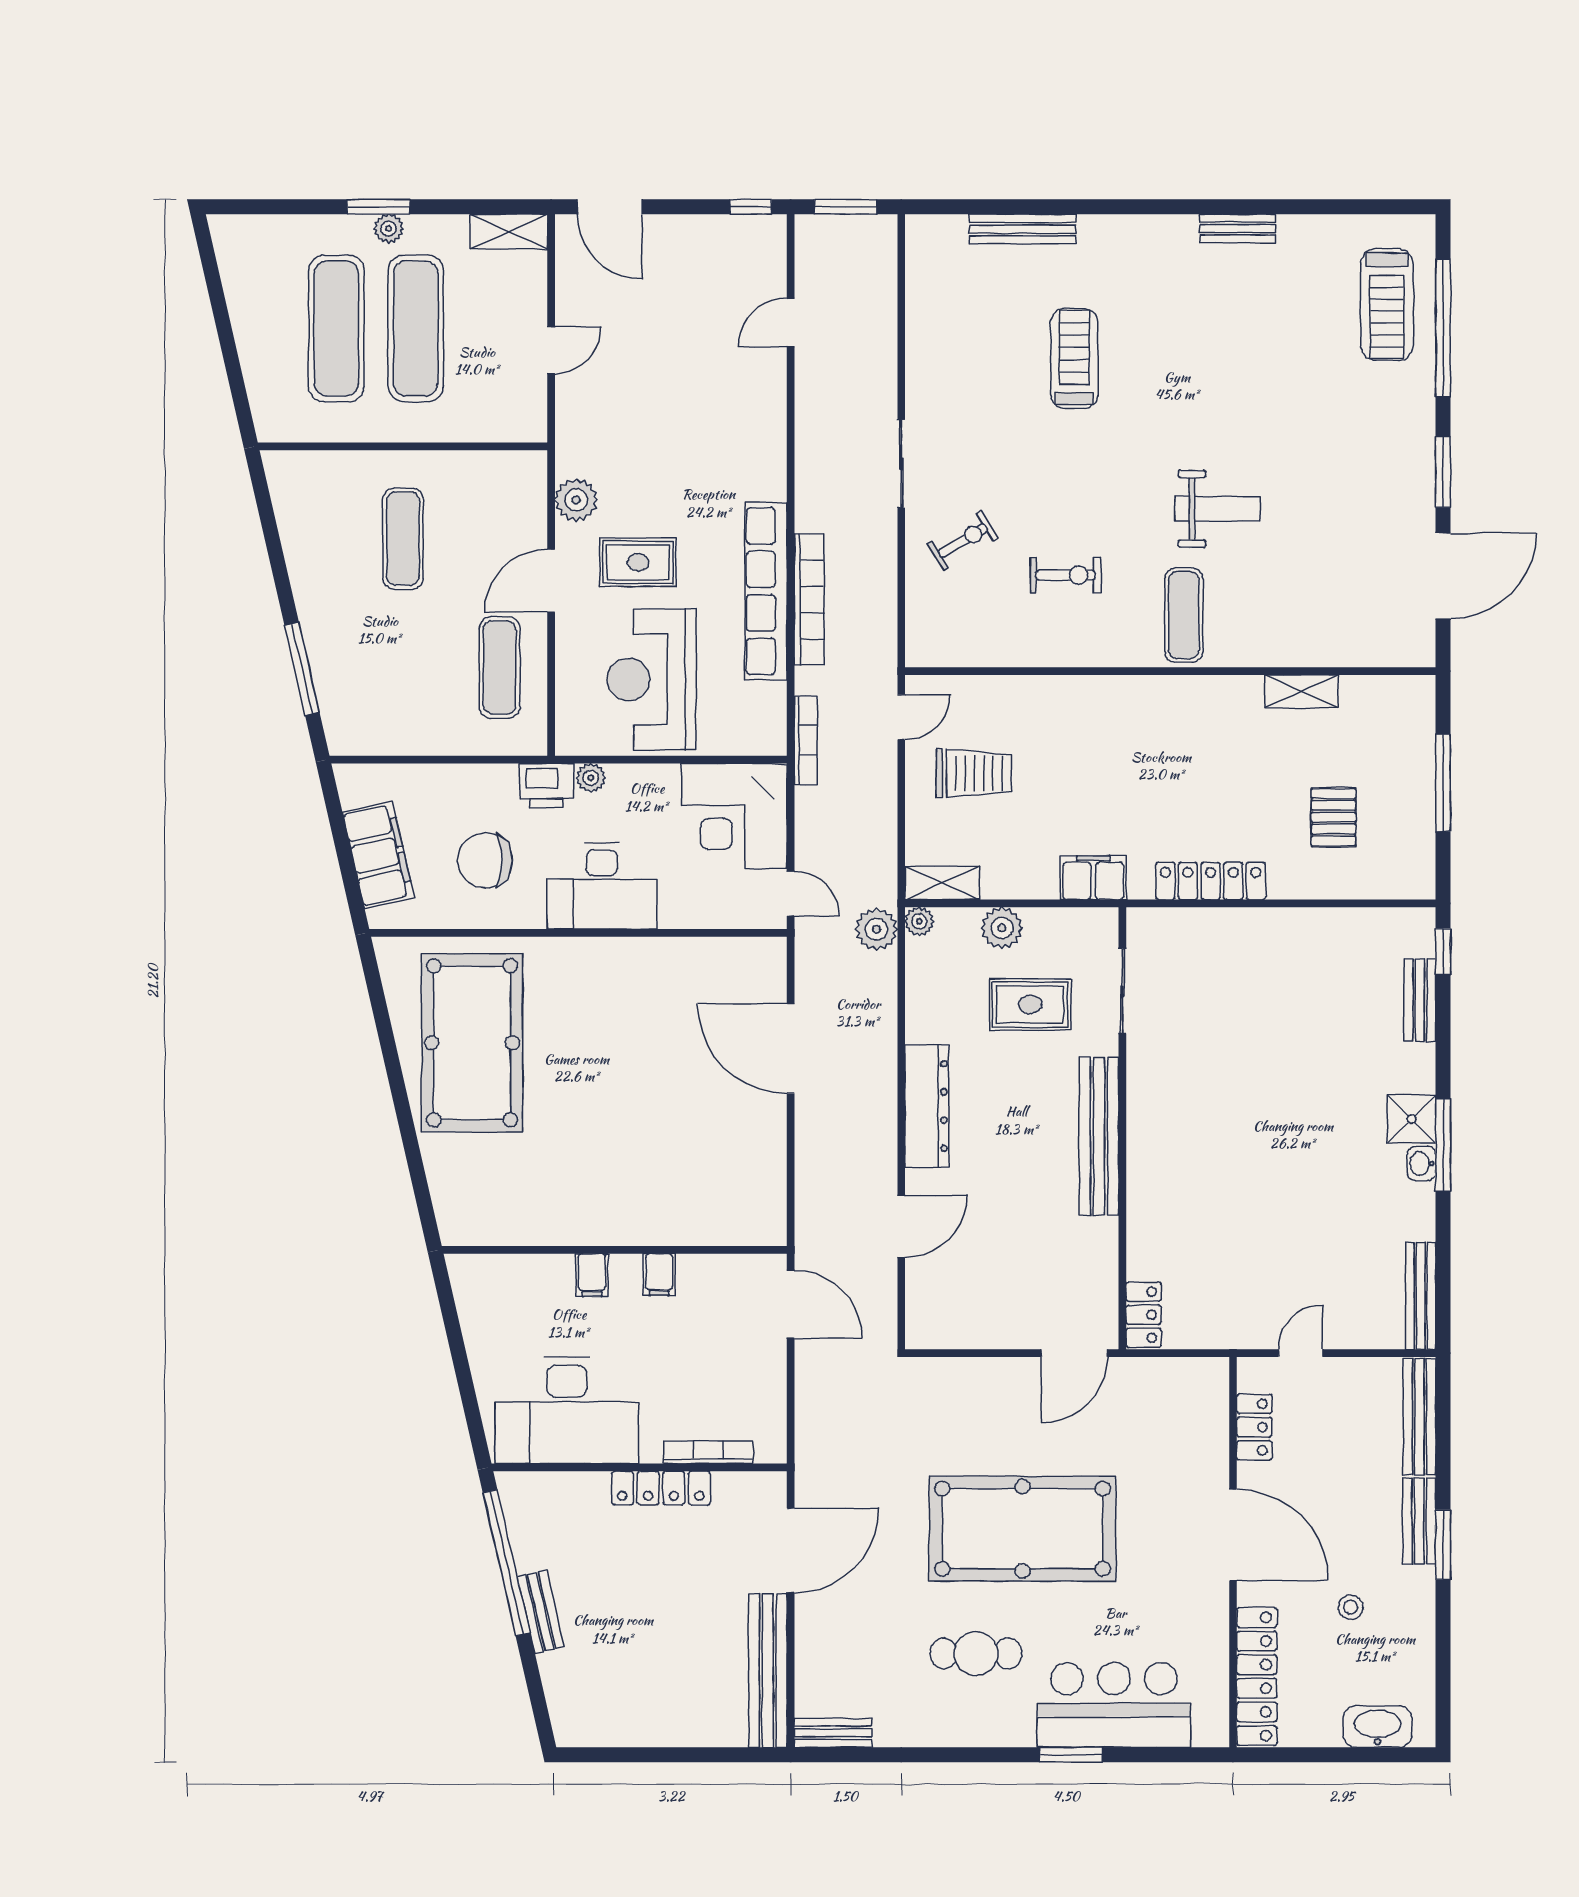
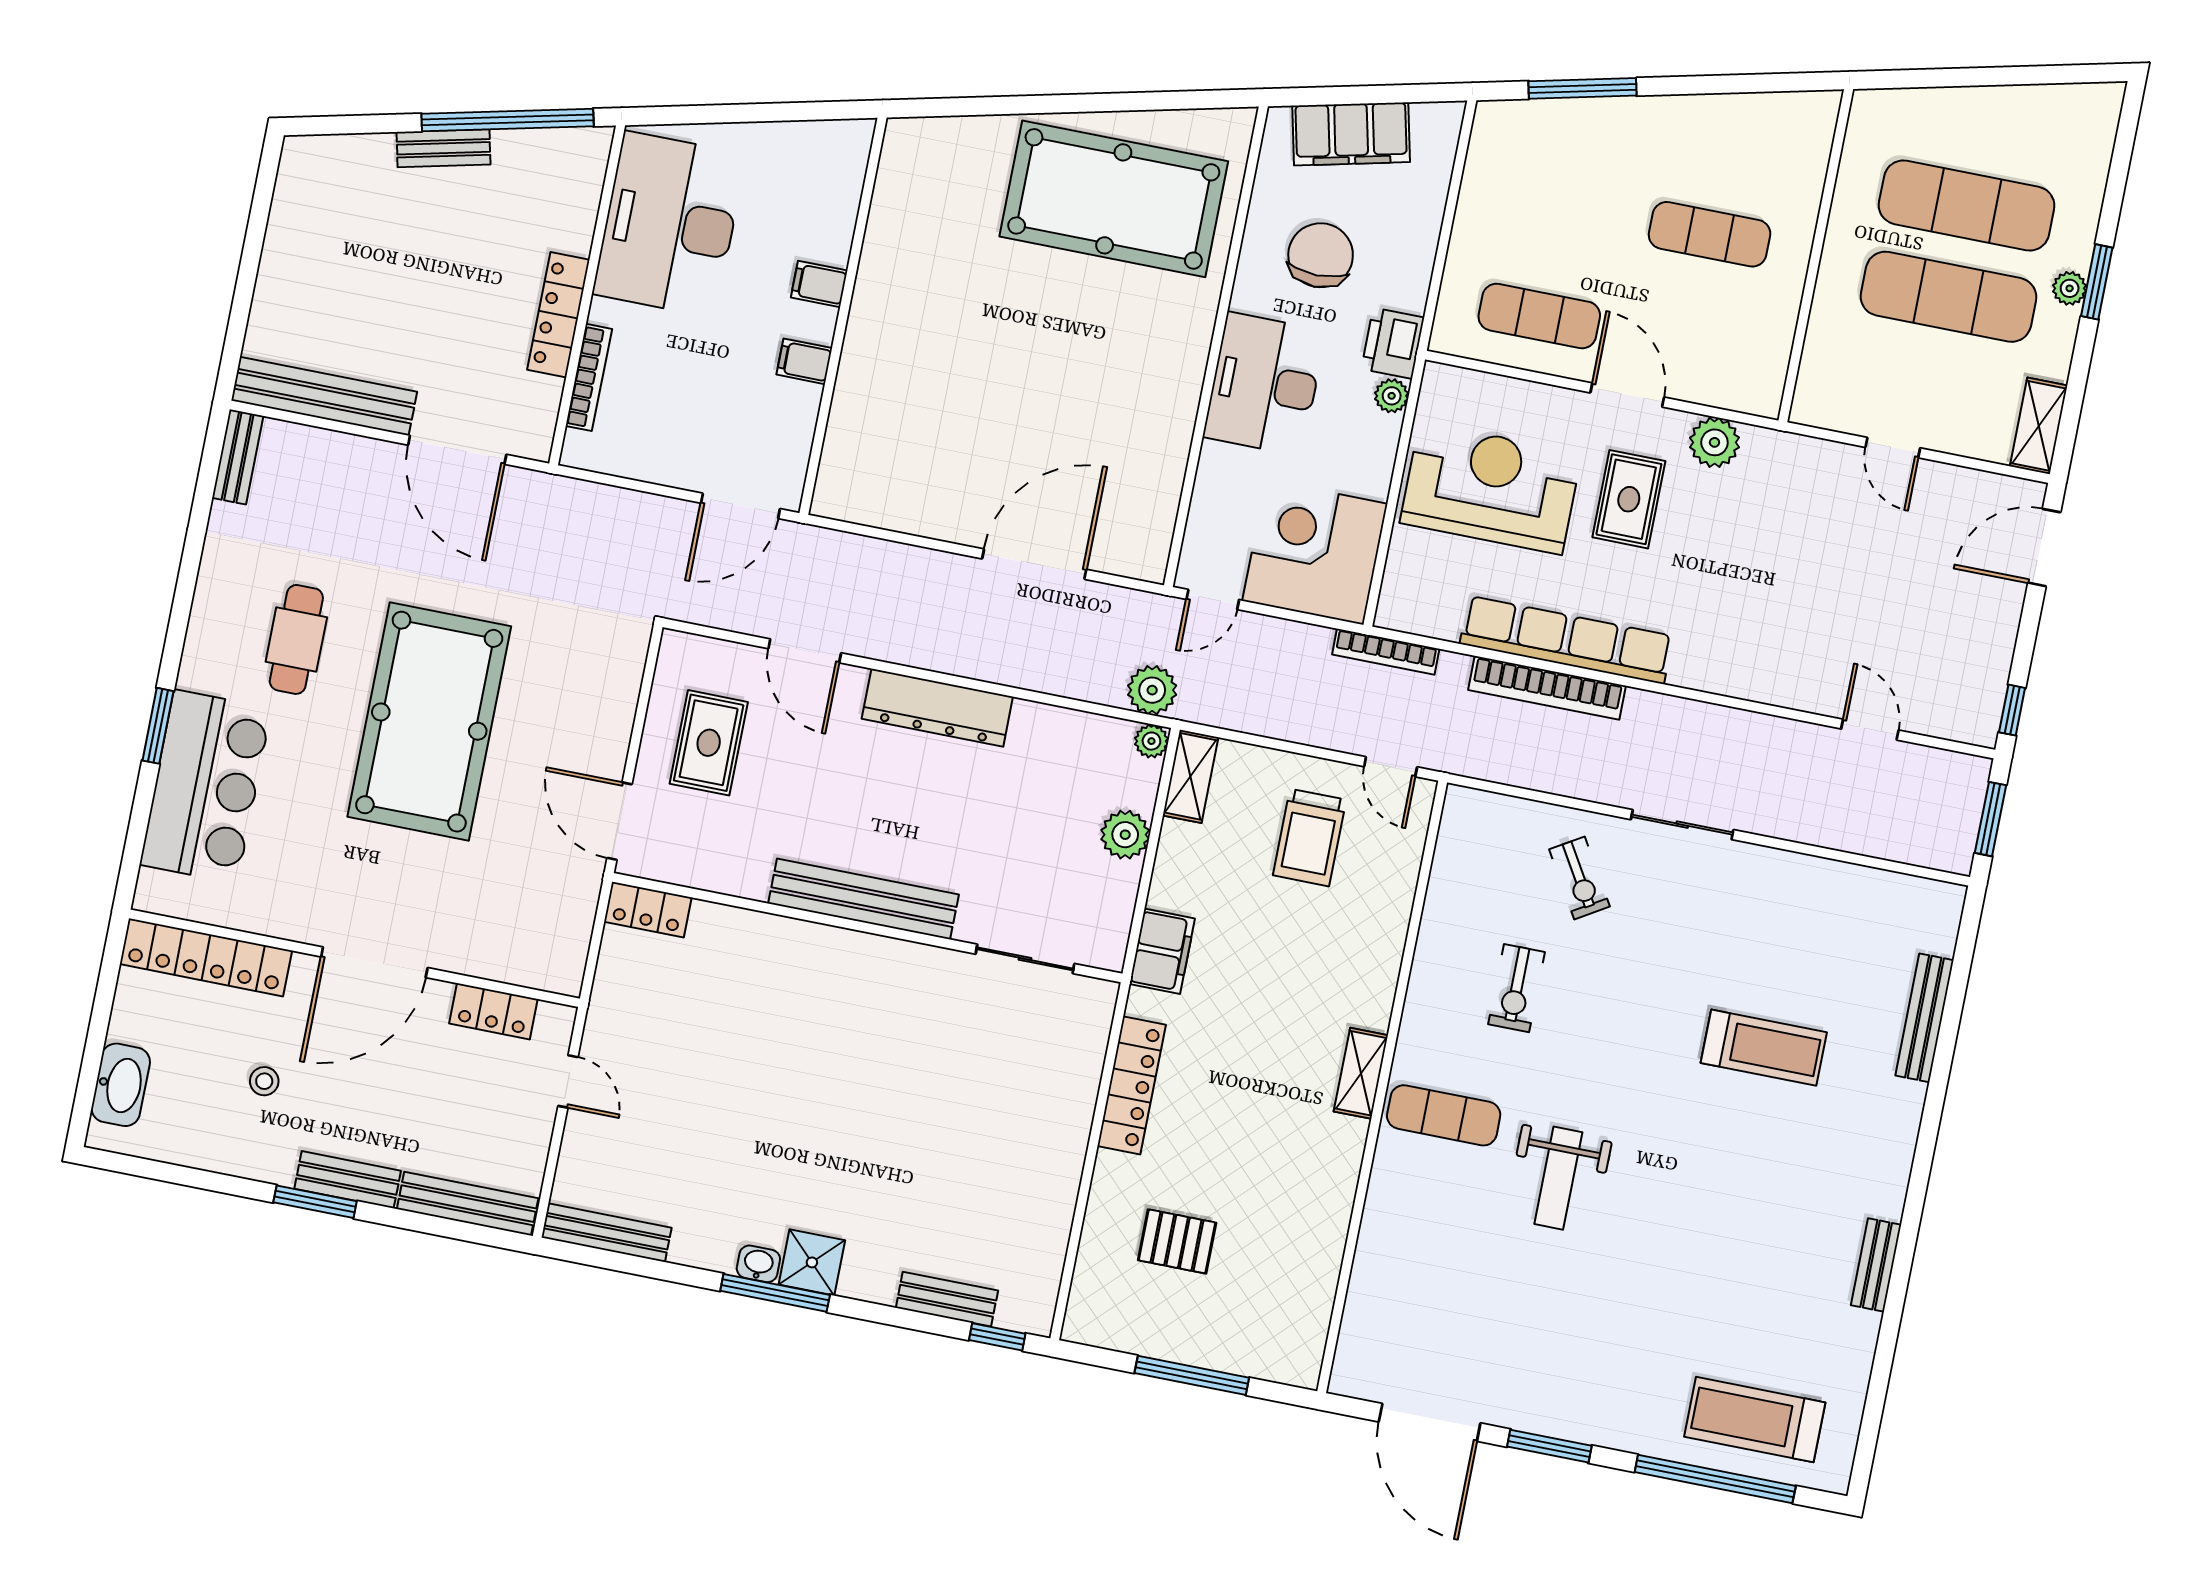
shelving: (1301, 691) -> (1361, 1073), moved
rug: (1030, 1005) -> (709, 743), moved

